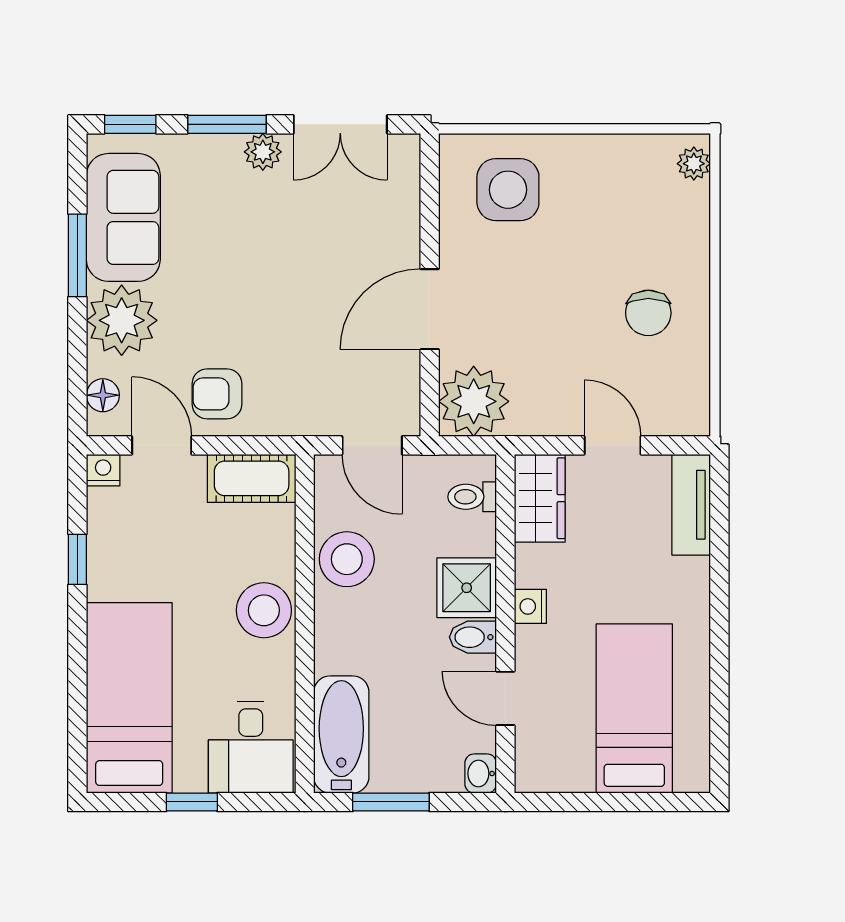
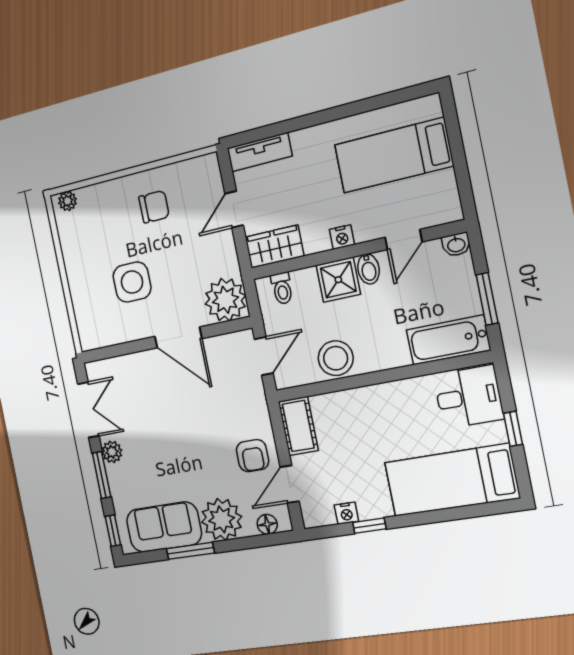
side table: (508, 190) -> (132, 282), moved
nightstand: (103, 470) -> (346, 513), moved, turned -90
stool: (264, 610) -> (378, 404), removed

